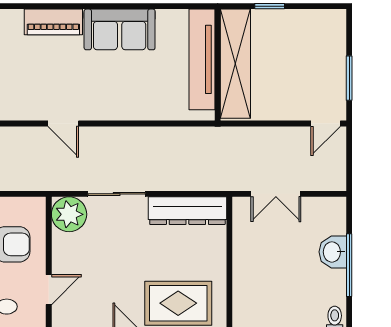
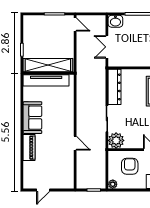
door: (63, 124) -> (75, 143), hinge flipped
double door: (276, 194) -> (107, 47), swing flipped
washbasin: (333, 252) -> (115, 21), moved

